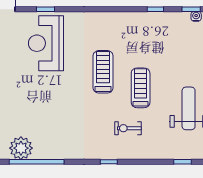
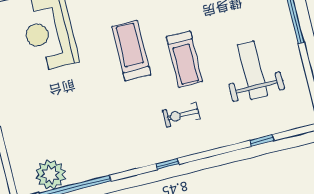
treadmill: (141, 88) -> (184, 59), turned 180

